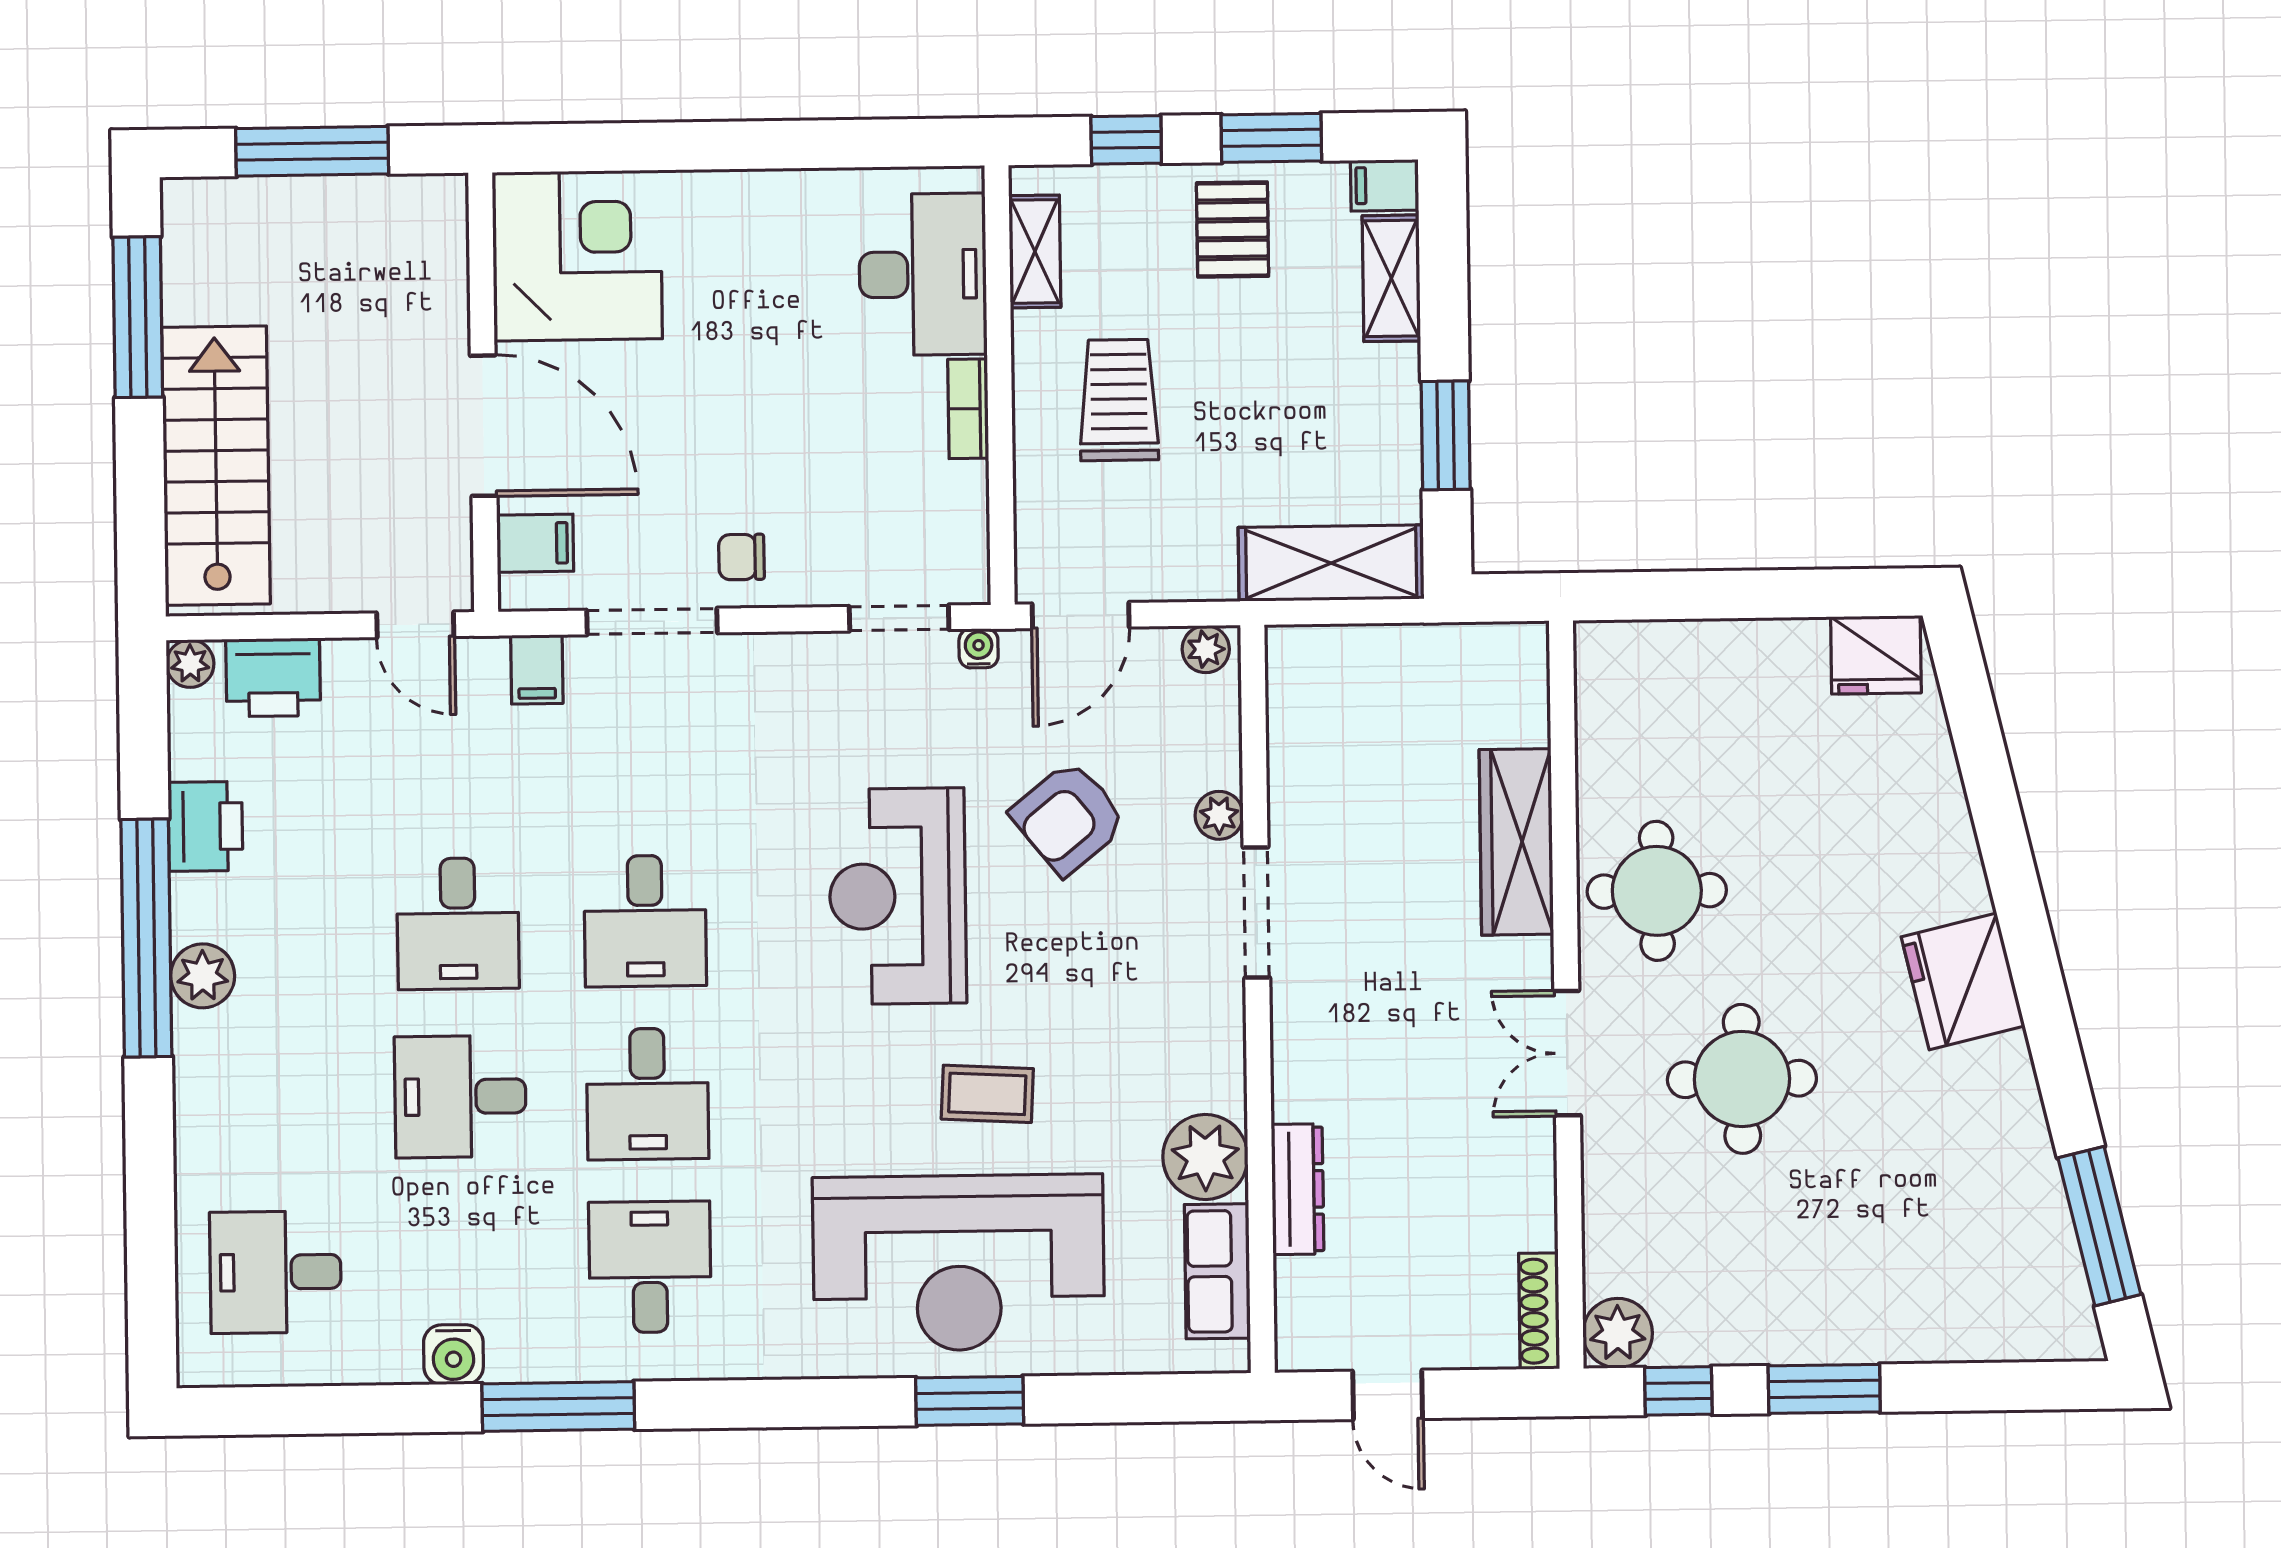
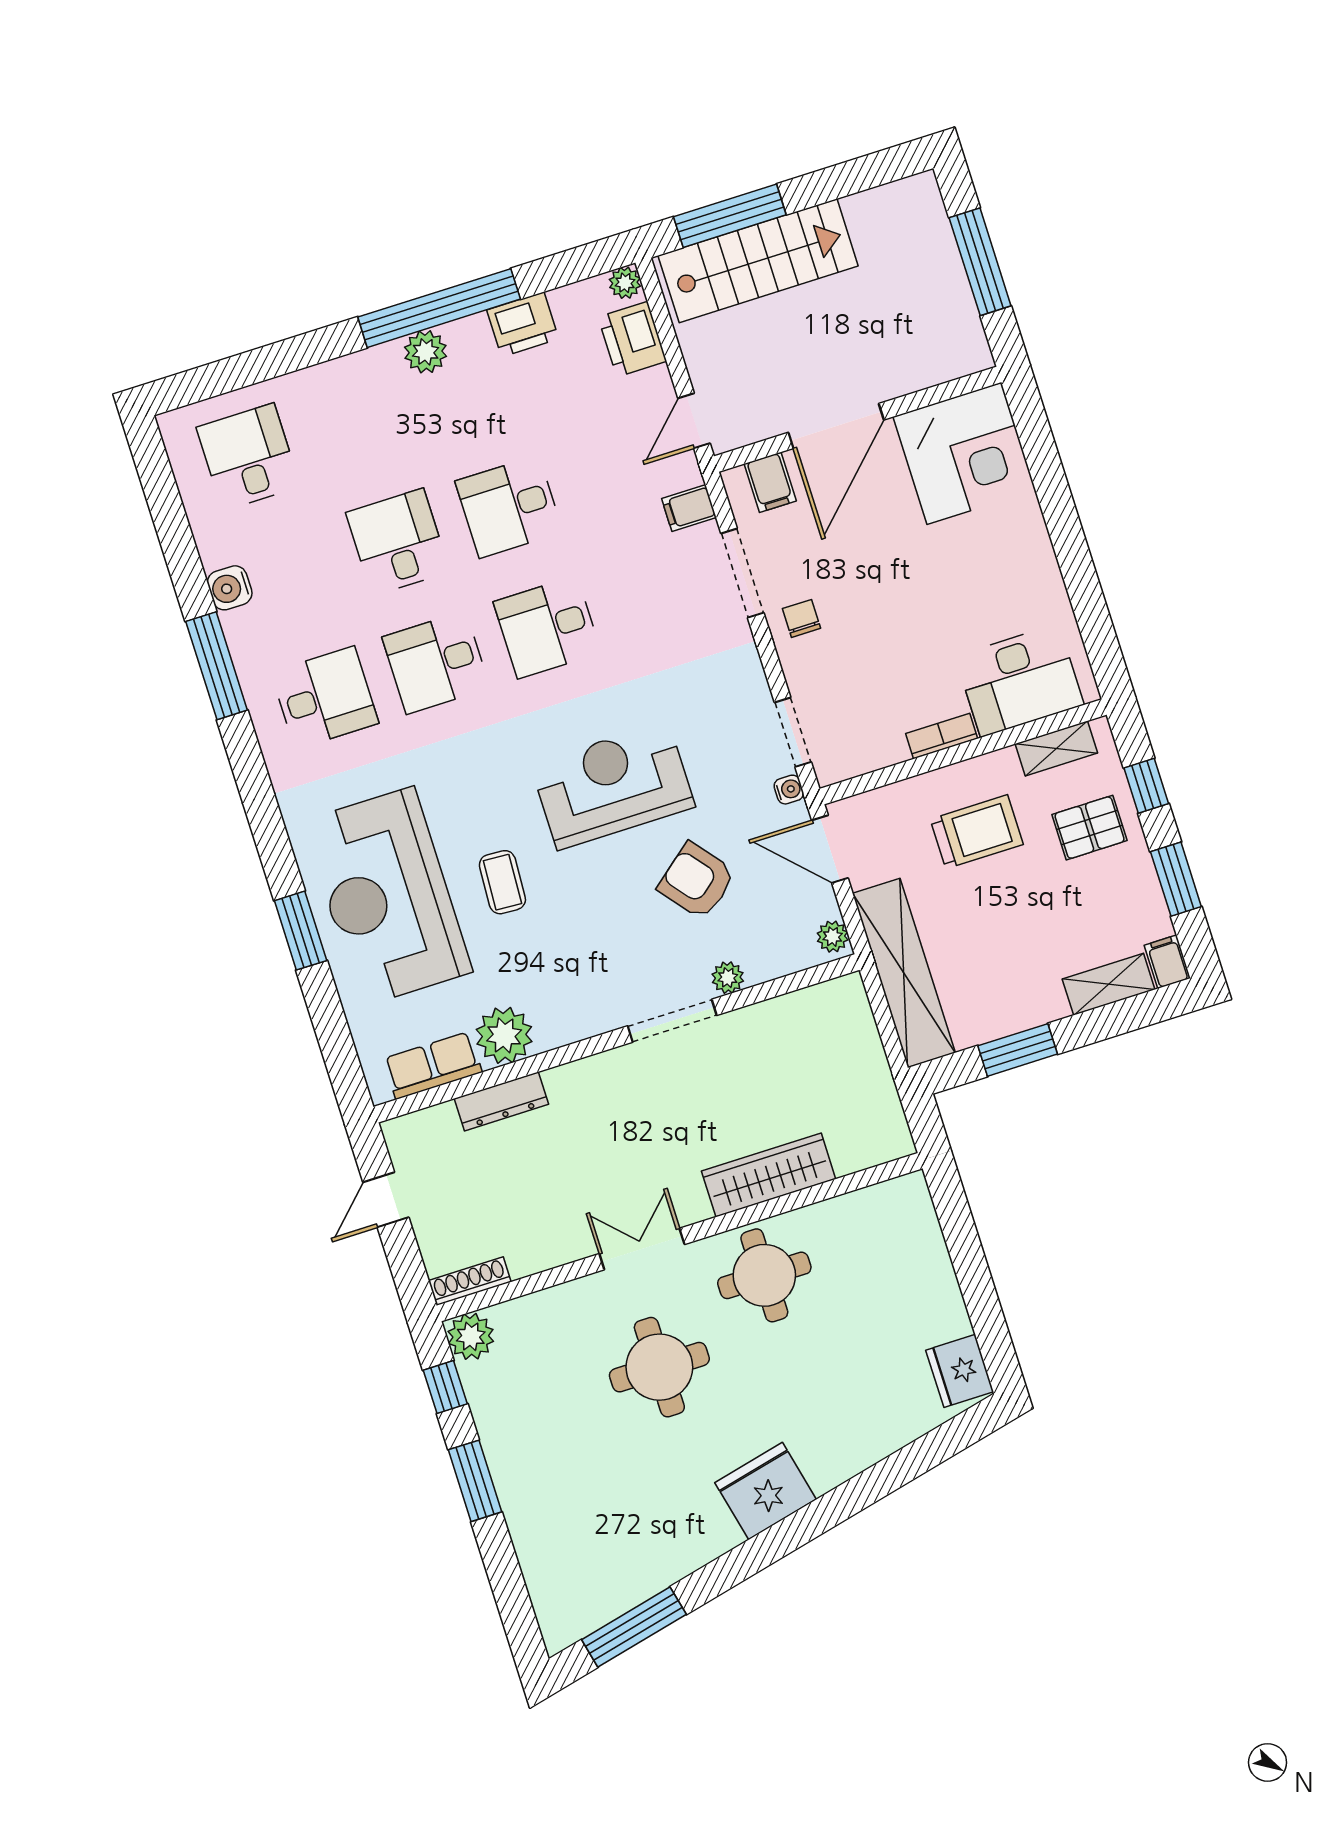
pallet: (1233, 230) -> (1090, 828), moved
window: (138, 317) -> (730, 216), moved
shelving: (1331, 563) -> (904, 973), width x1.47

